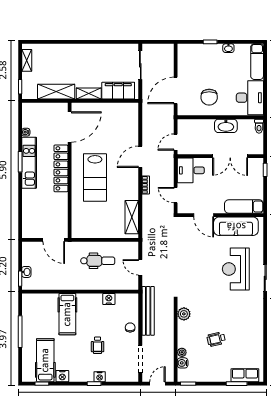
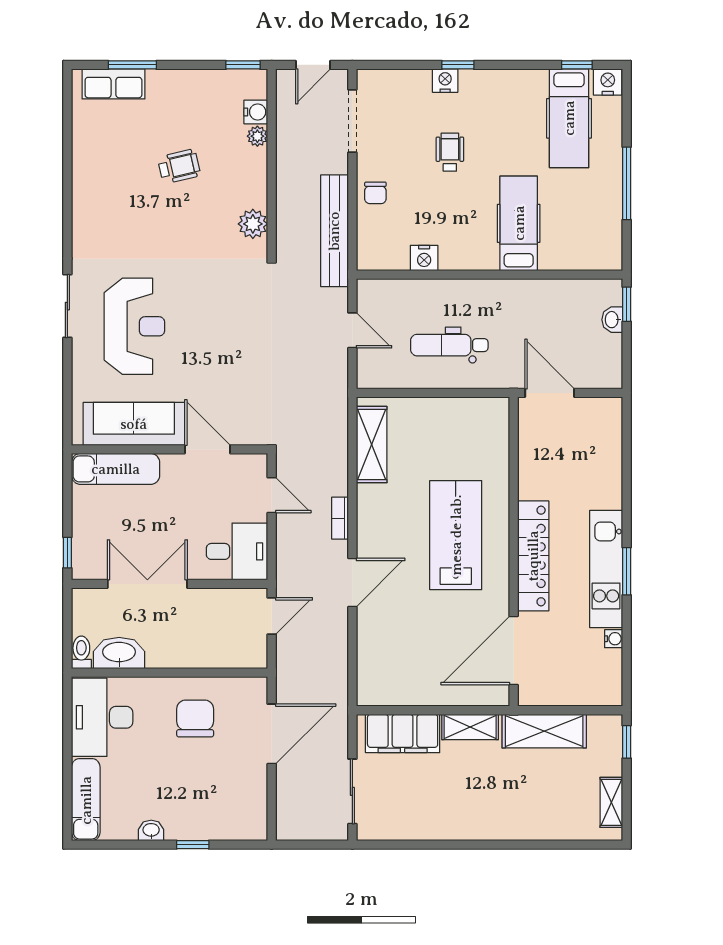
washbasin: (226, 126) -> (119, 653), moved
nightstand: (62, 376) -> (608, 82), moved

